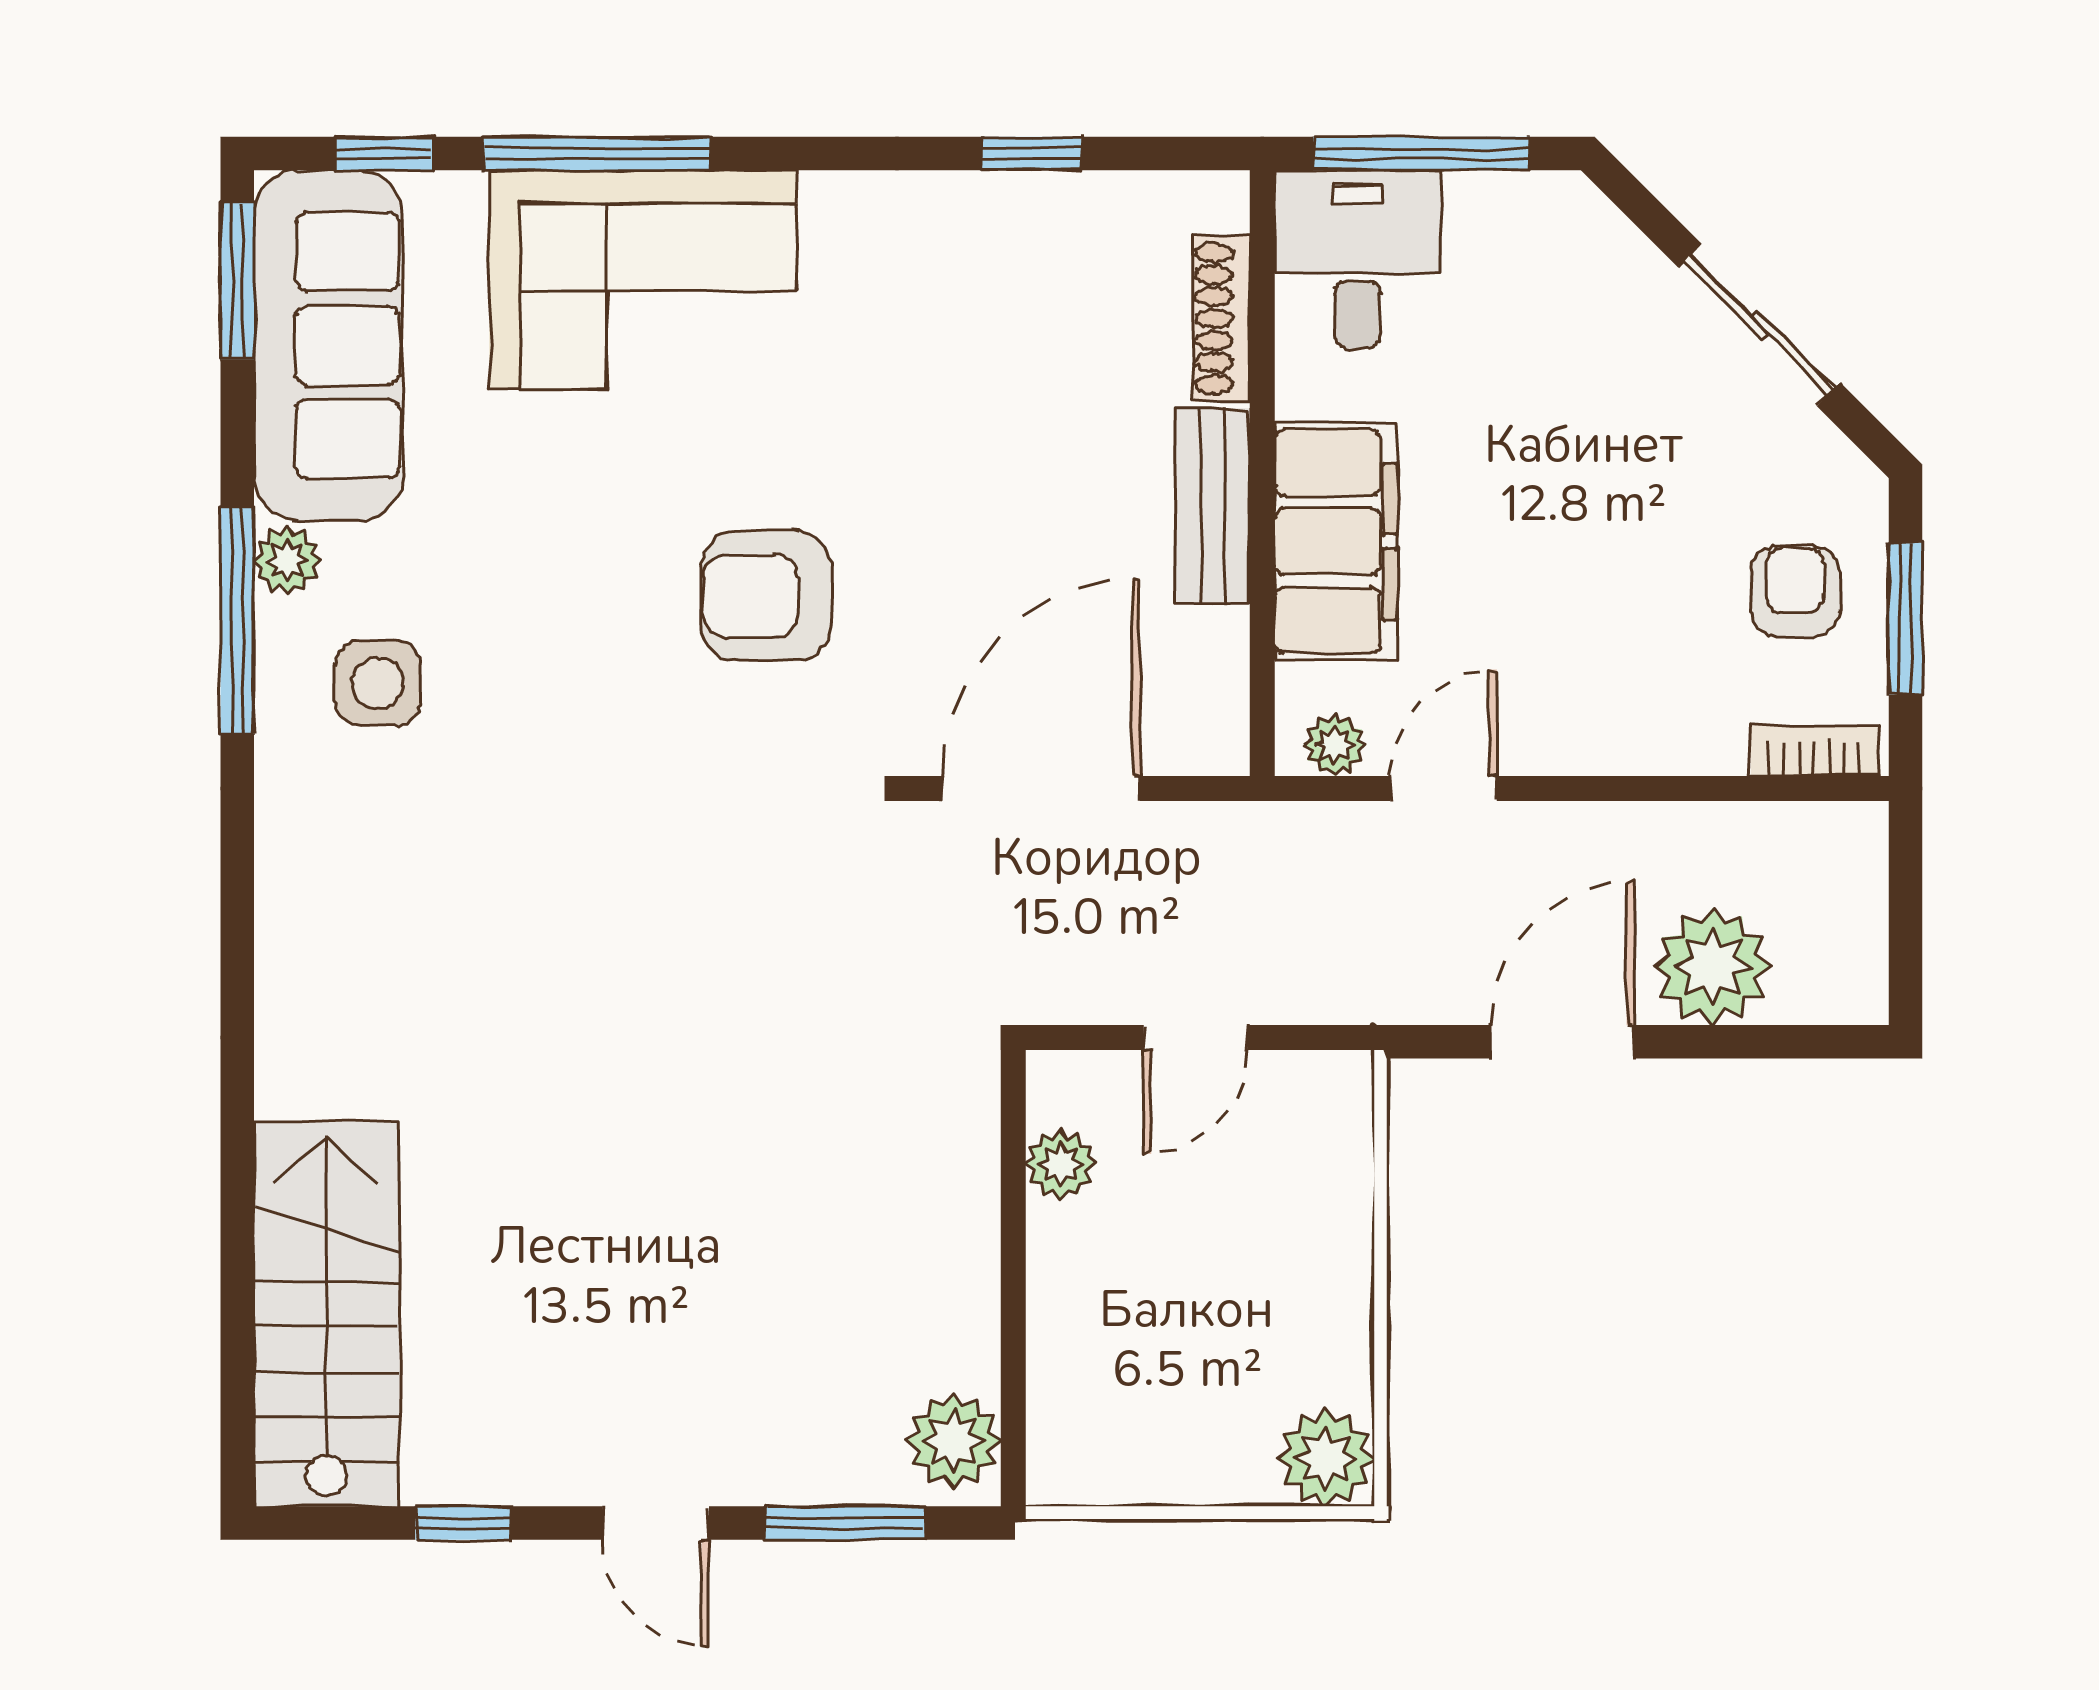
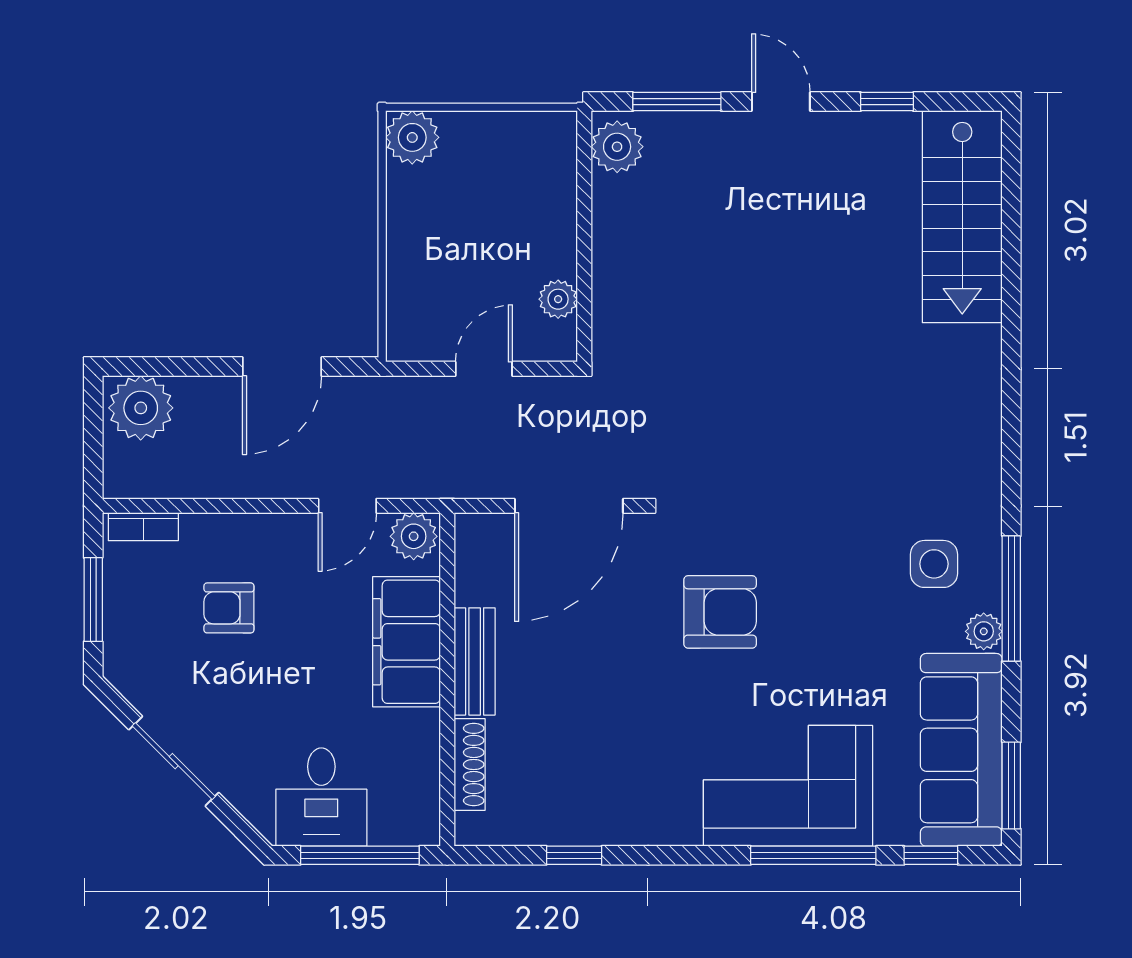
desk: (1357, 259) -> (321, 797), moved
armchair: (1795, 591) -> (229, 608), moved, turned 90
plant: (1335, 745) -> (414, 536), width x1.38, depth x1.38
plant: (1713, 967) -> (141, 408), moved

